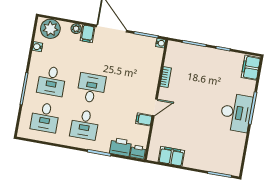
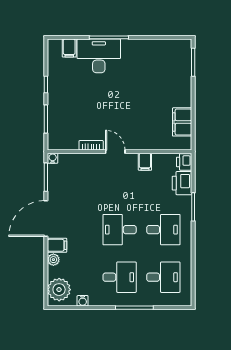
filing cabinet: (251, 68) -> (69, 48), width x0.50
door: (155, 107) -> (115, 152), moved
desk: (236, 113) -> (99, 56), moved

